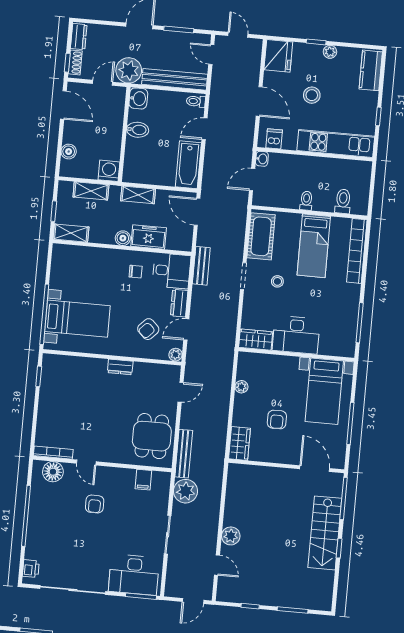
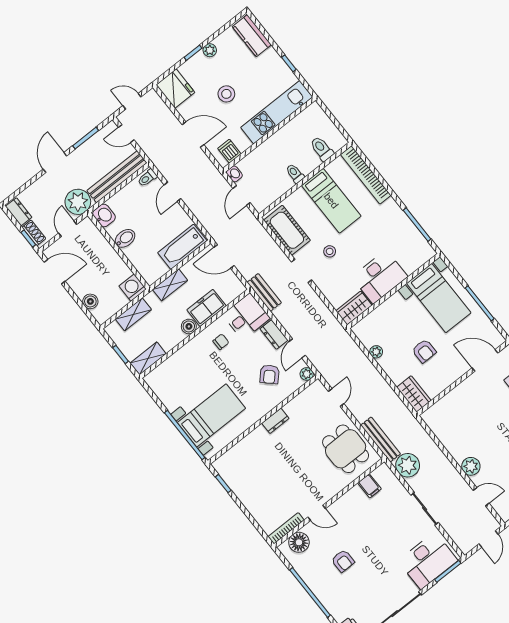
bathtub: (188, 165) -> (182, 247), moved, turned 90
armchair: (95, 504) -> (343, 561), moved

